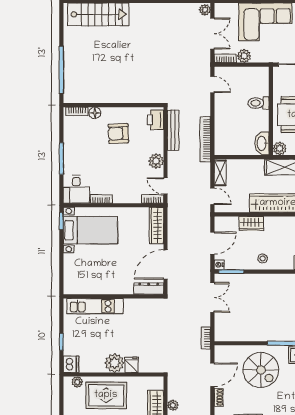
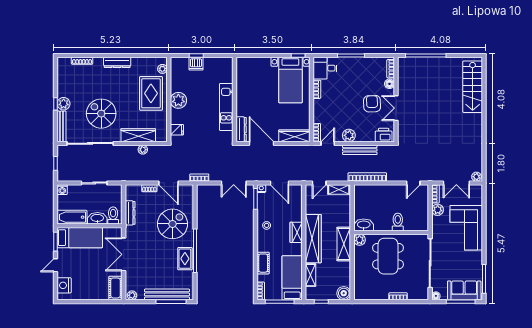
double door: (124, 105) -> (396, 108), added
bench: (173, 130) -> (360, 150), moved
wardrobe: (251, 223) -> (296, 232), moved
kitchen unit: (95, 306) -> (226, 107), moved
dishwasher: (71, 364) -> (196, 64), moved
fridge: (132, 365) -> (177, 130), moved
spiral stairs: (261, 370) -> (173, 224), turned 180

